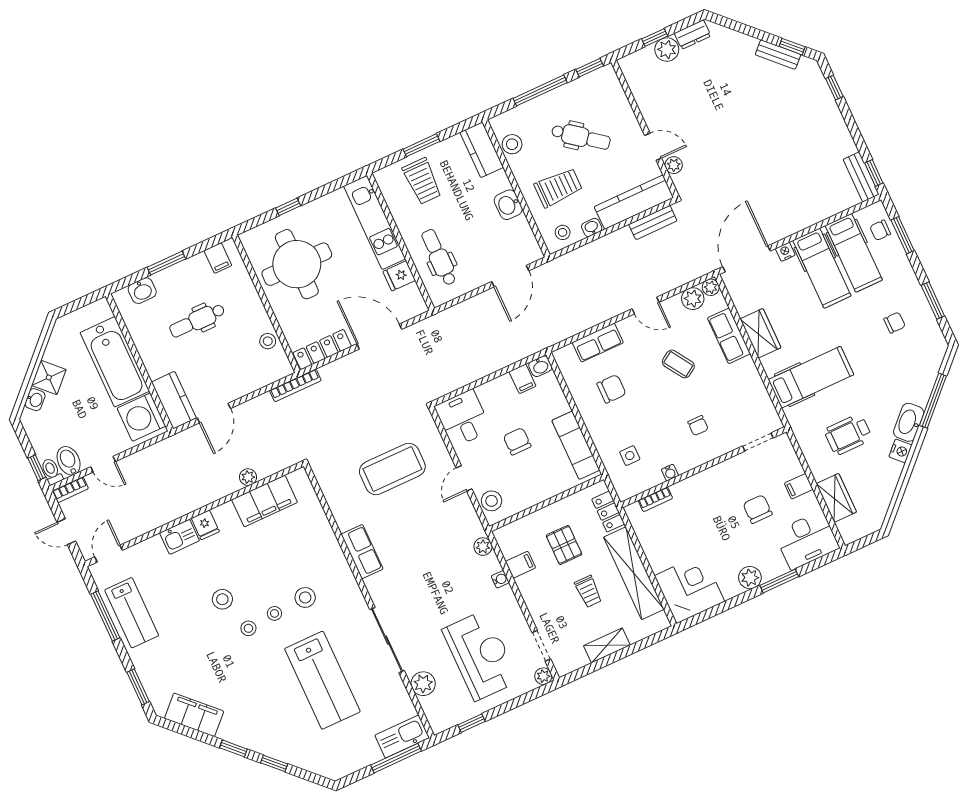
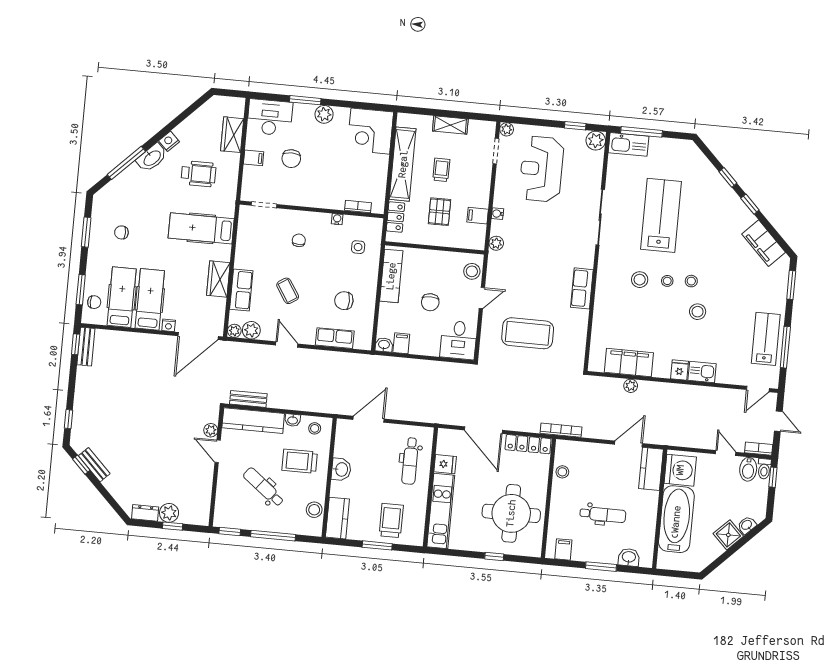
plant: (423, 684) -> (596, 141), moved

